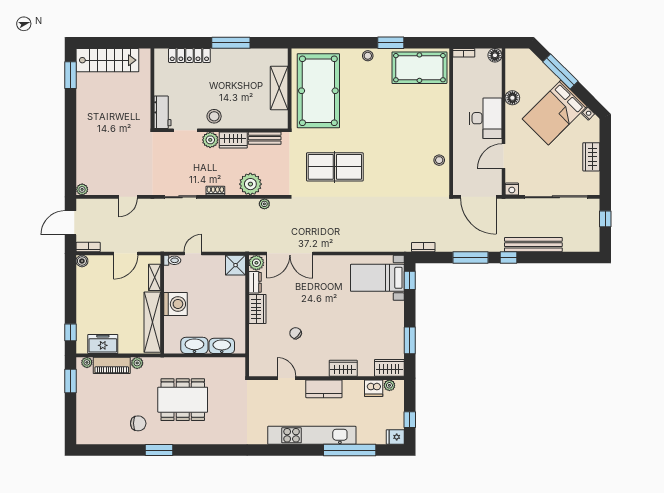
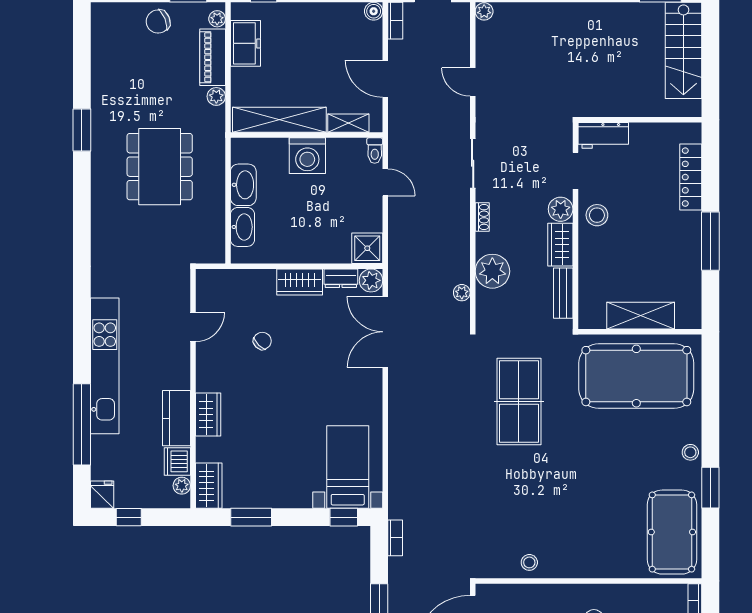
kitchen counter: (324, 389) -> (176, 418), moved
chair: (138, 423) -> (158, 22), moved, turned 68

